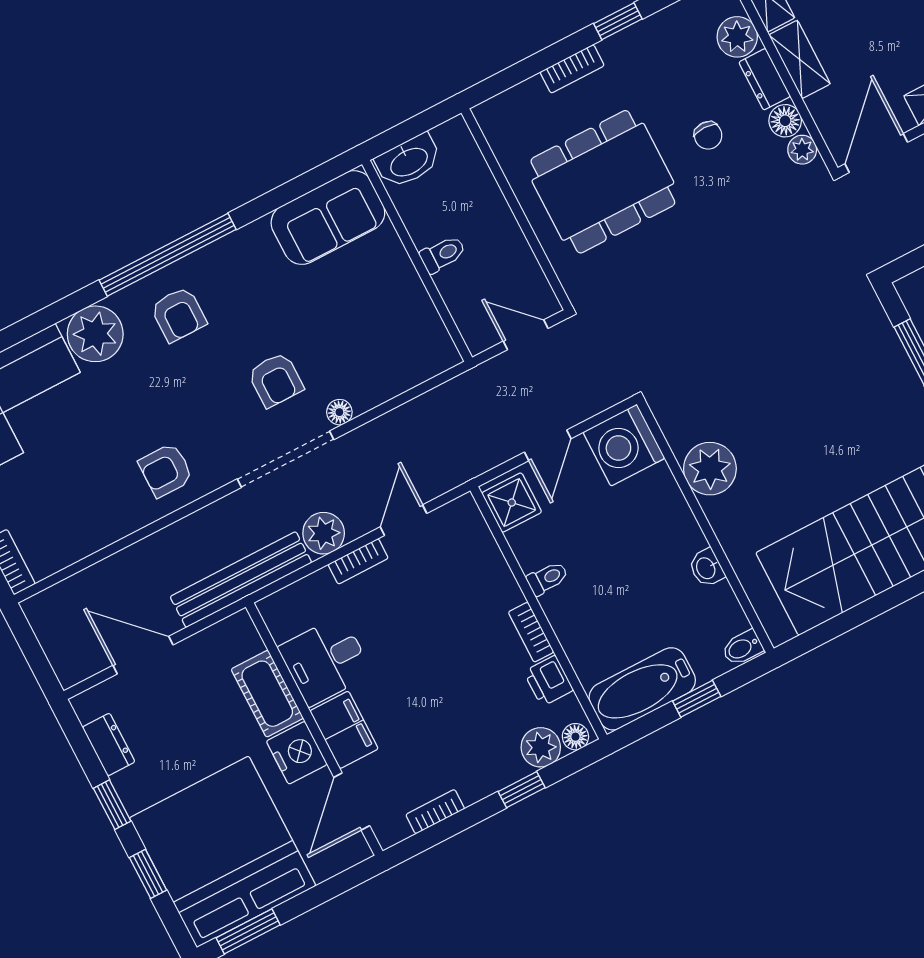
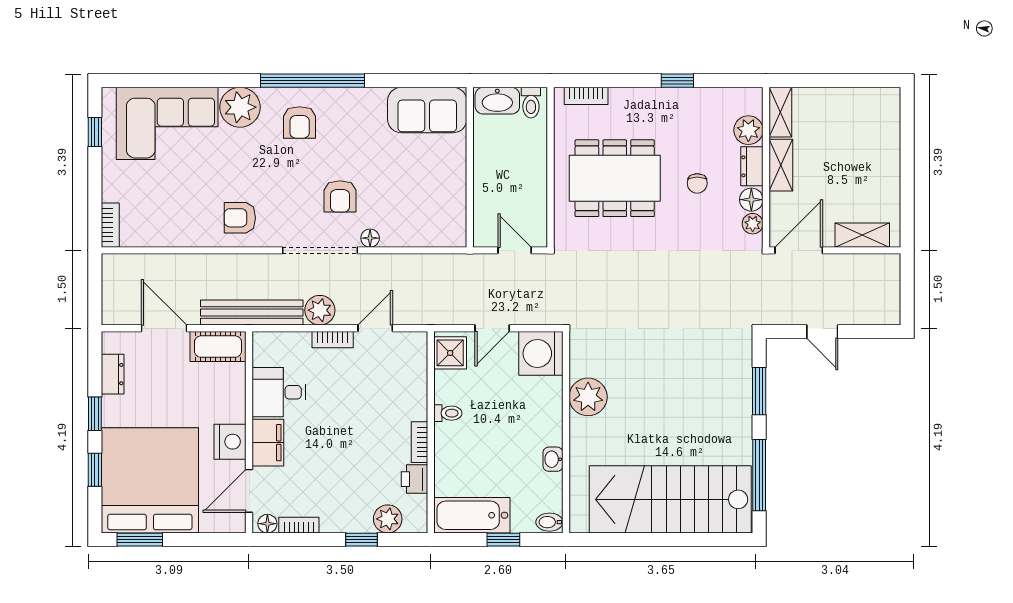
bookcase: (572, 69) -> (586, 96), moved
toilet: (443, 254) -> (531, 103), moved, turned 90
cot: (267, 694) -> (218, 347), moved, turned 90
floor lamp: (575, 737) -> (267, 524), moved

